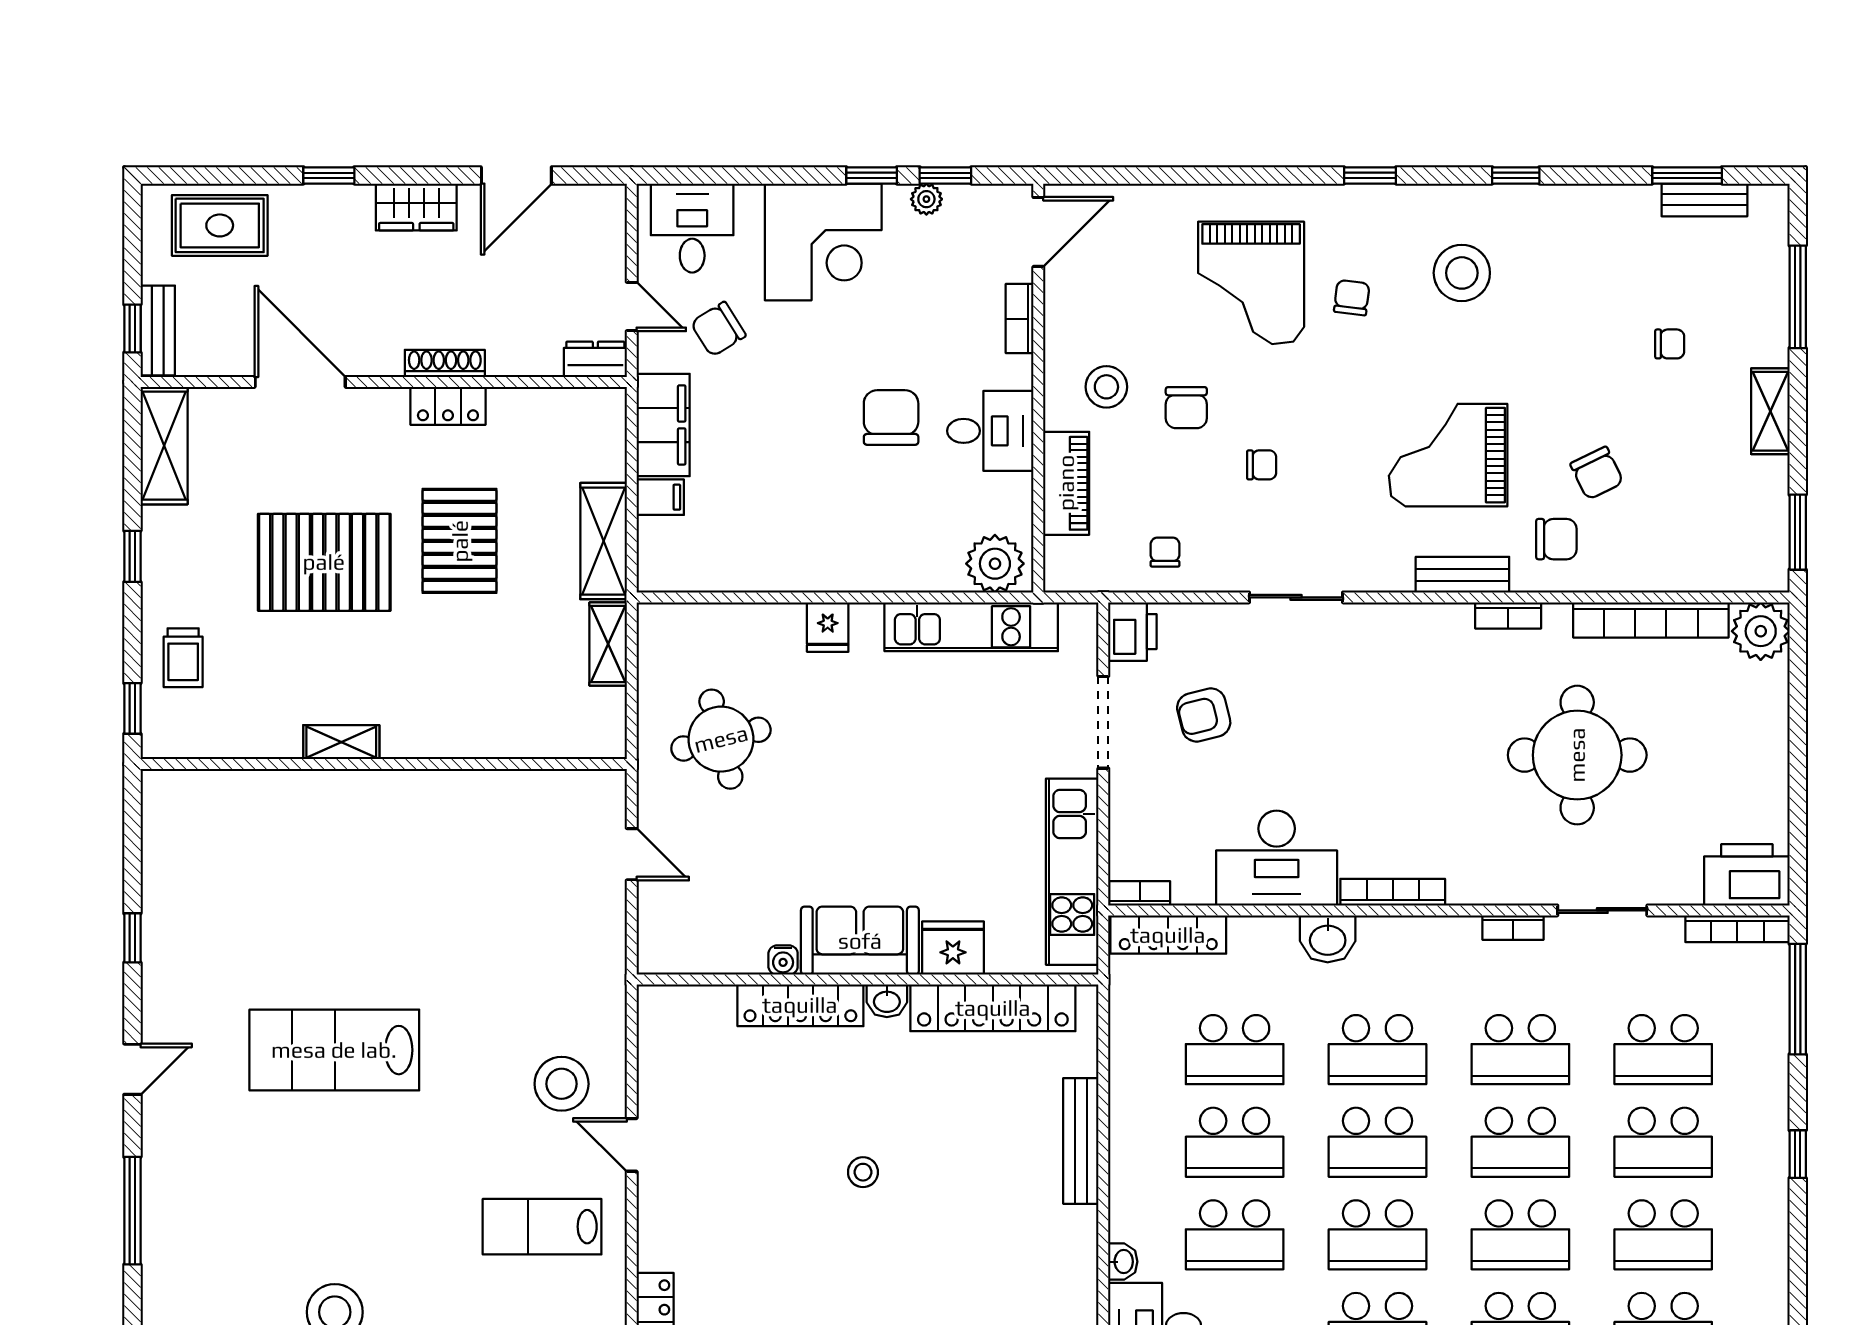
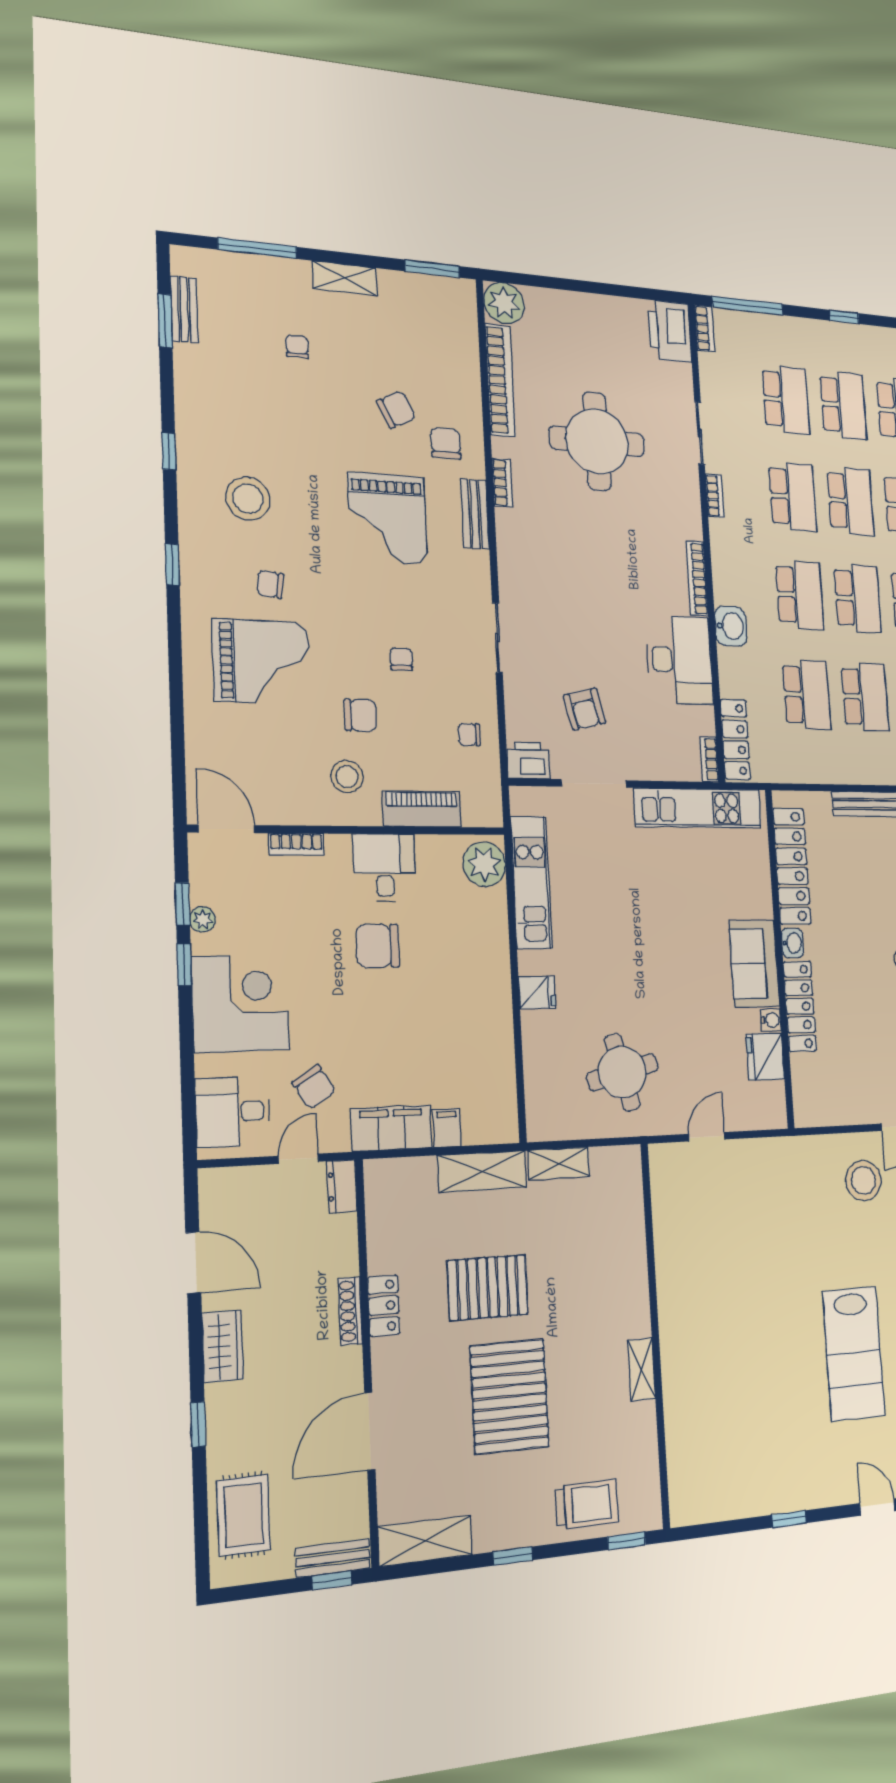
trolley: (183, 658) -> (587, 1504), width x1.36, depth x1.39
bookcase: (1737, 929) -> (704, 328), width x0.64
fridge: (953, 948) -> (765, 1057), moved

